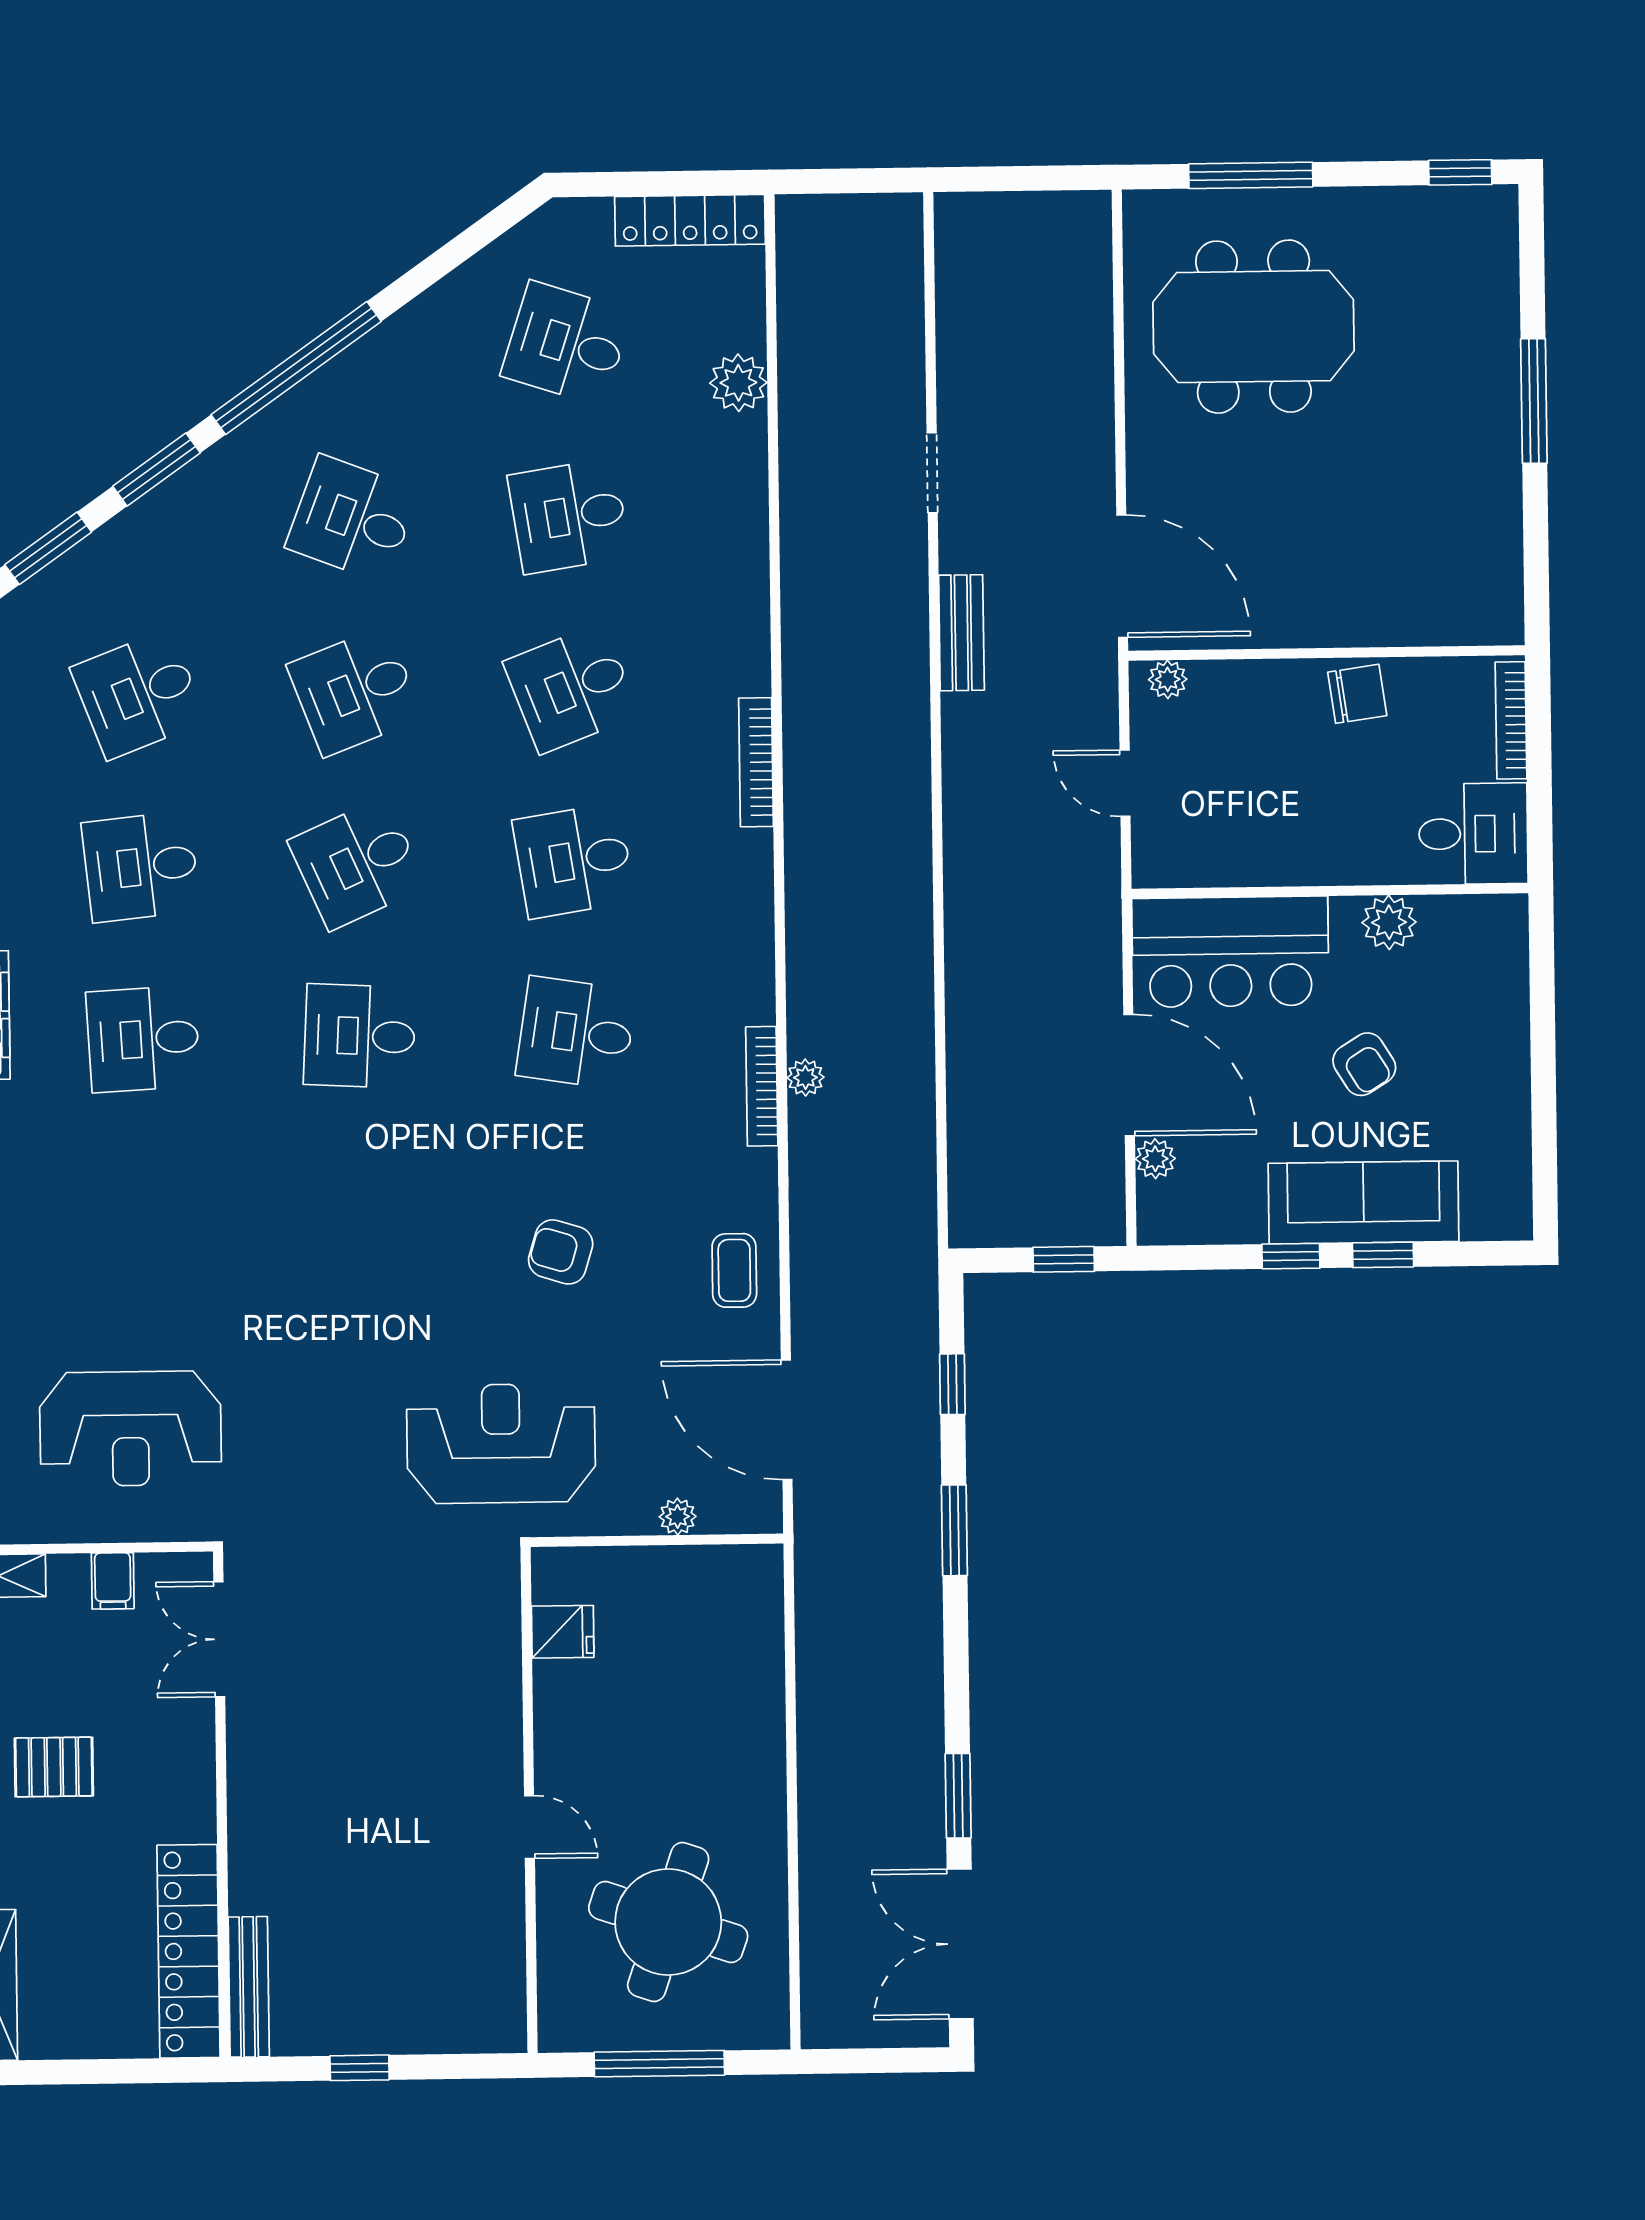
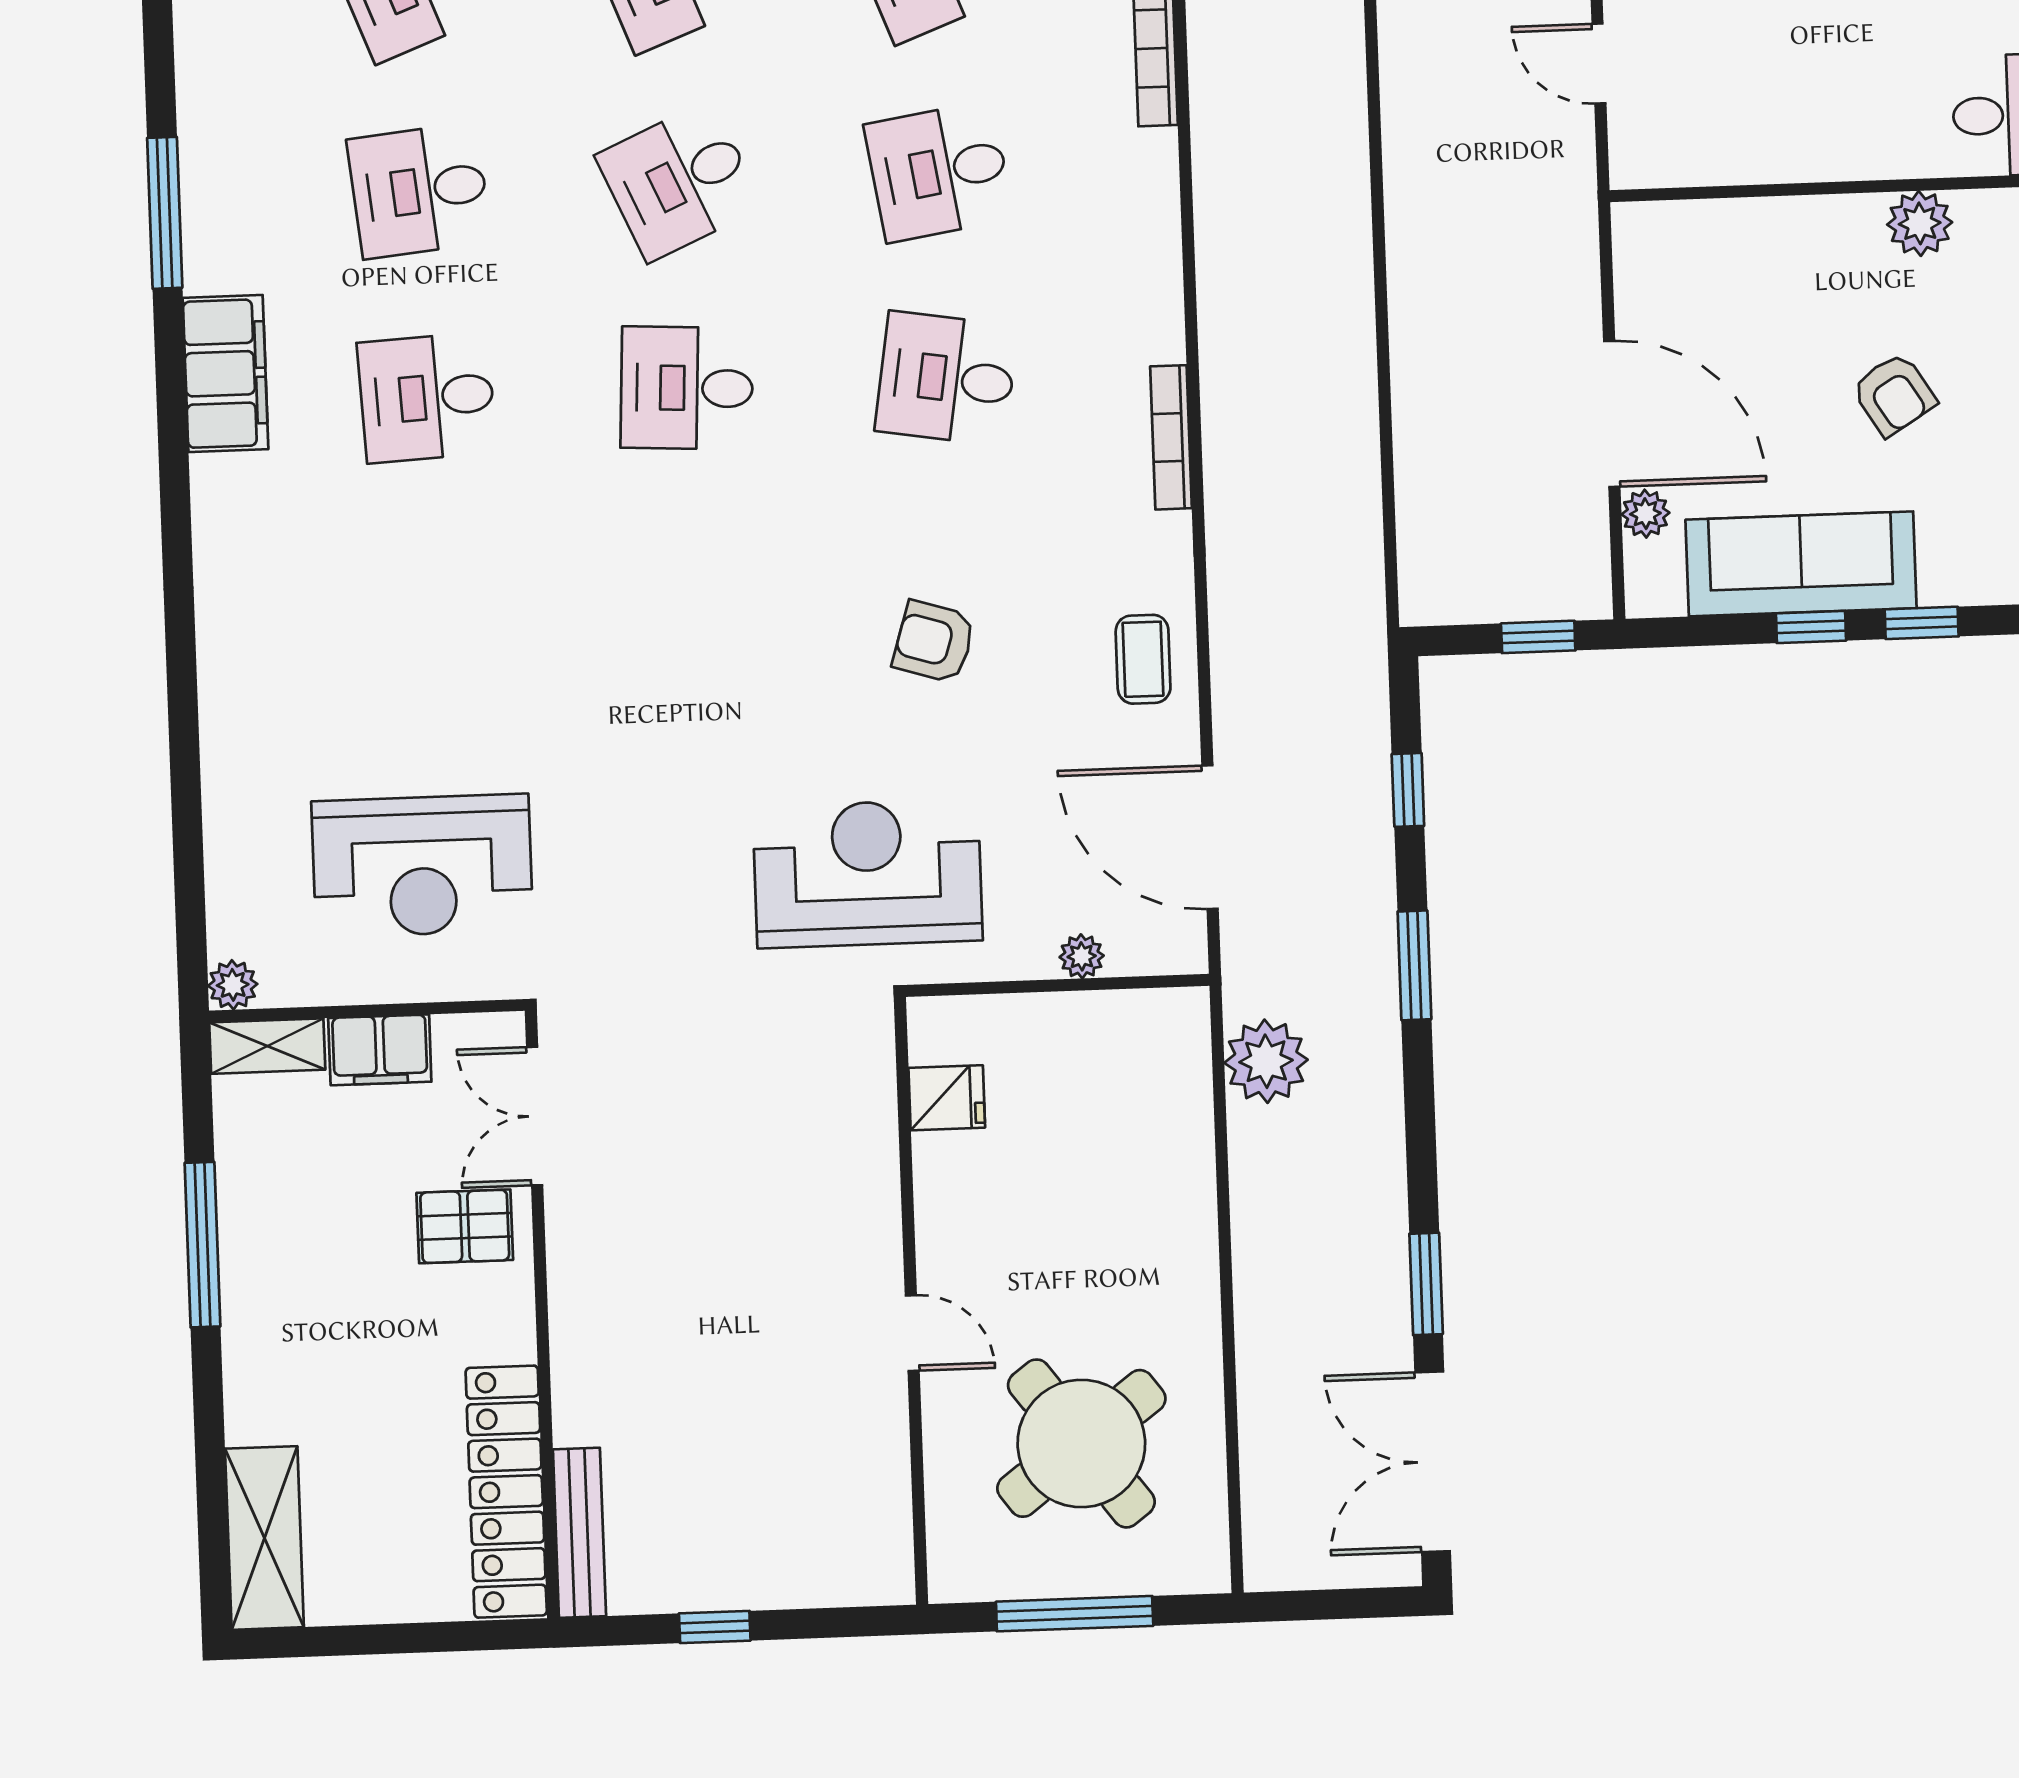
bar counter: (1230, 952) -> (1730, 263), removed
plant: (805, 1077) -> (1266, 1061), moved, width x1.88, depth x1.88
sofa: (1364, 1202) -> (1801, 564), moved
filing cabinet: (113, 1581) -> (380, 1050), width x2.00
pallet: (54, 1767) -> (465, 1226), moved
round table: (668, 1922) -> (1081, 1443), turned 34

